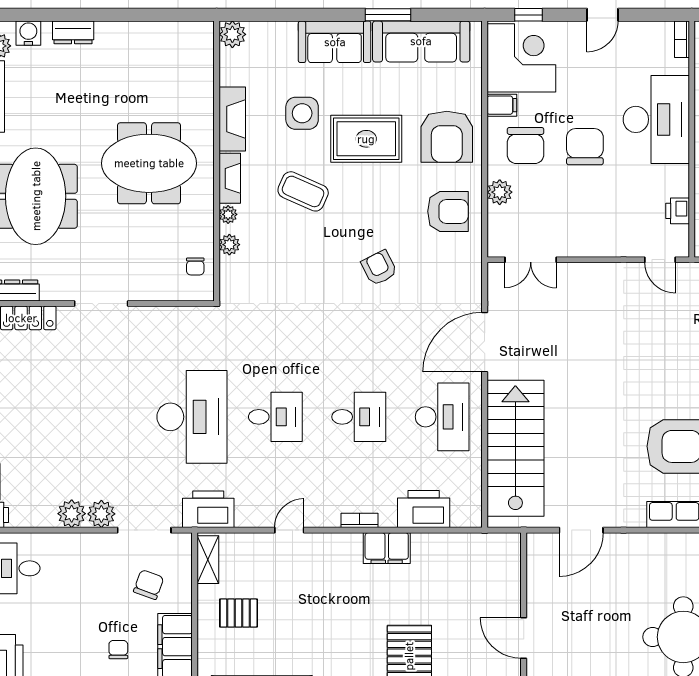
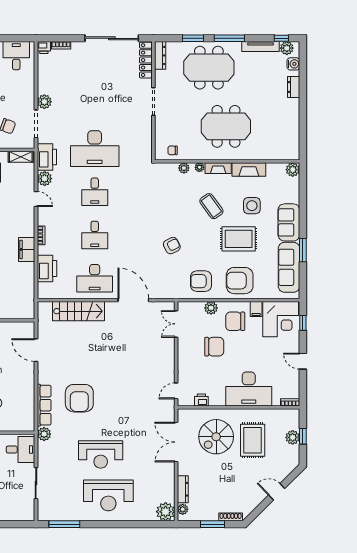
rug: (366, 139) -> (239, 239), turned 90
chair: (585, 147) -> (214, 347), moved
meeting table: (149, 163) -> (226, 126), turned 90
coffee table: (303, 191) -> (211, 206), turned -60
armchair: (448, 211) -> (201, 281), turned 90
stairs: (515, 448) -> (78, 311), width x0.73, depth x0.66
plant: (72, 514) -> (45, 179), moved

